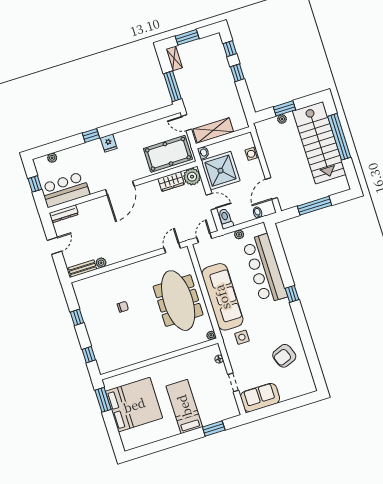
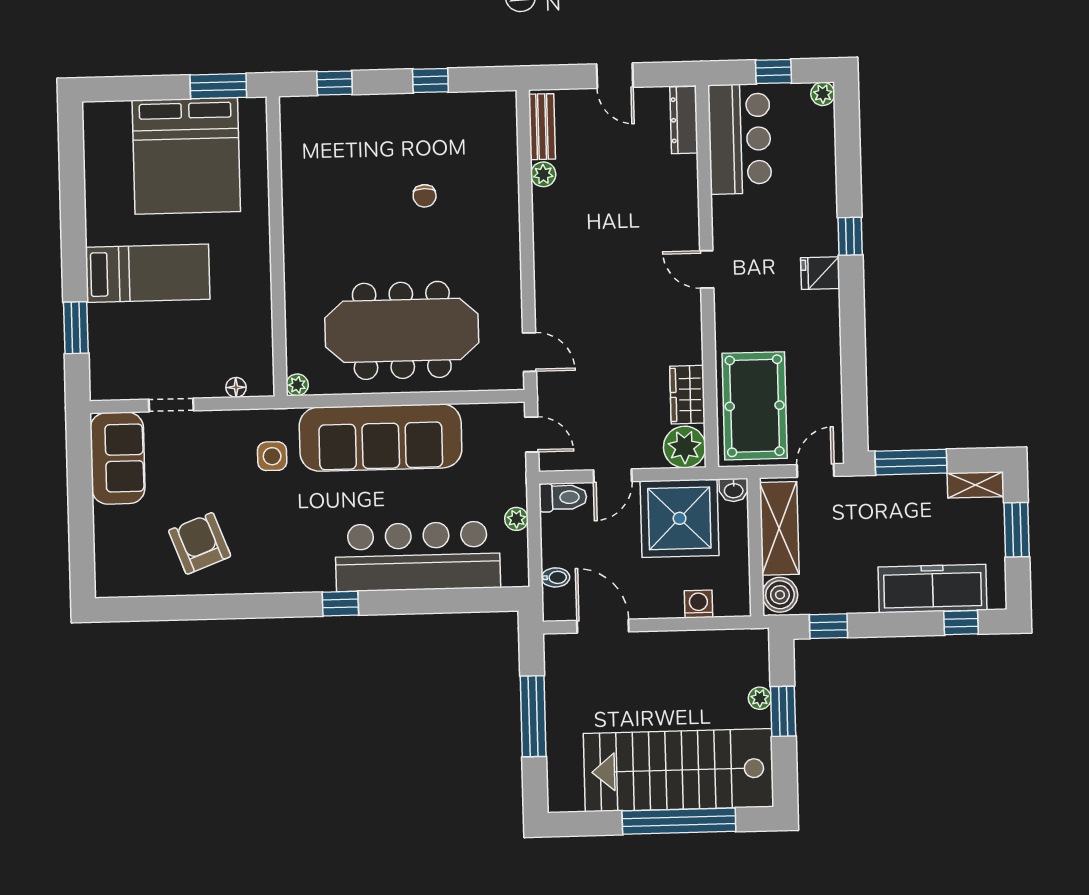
freezer: (220, 64) -> (933, 589), added
window: (237, 73) -> (828, 626), moved
boiler: (239, 123) -> (780, 595), added
plant: (52, 158) -> (823, 94), moved
door: (120, 188) -> (707, 269), width x0.53

